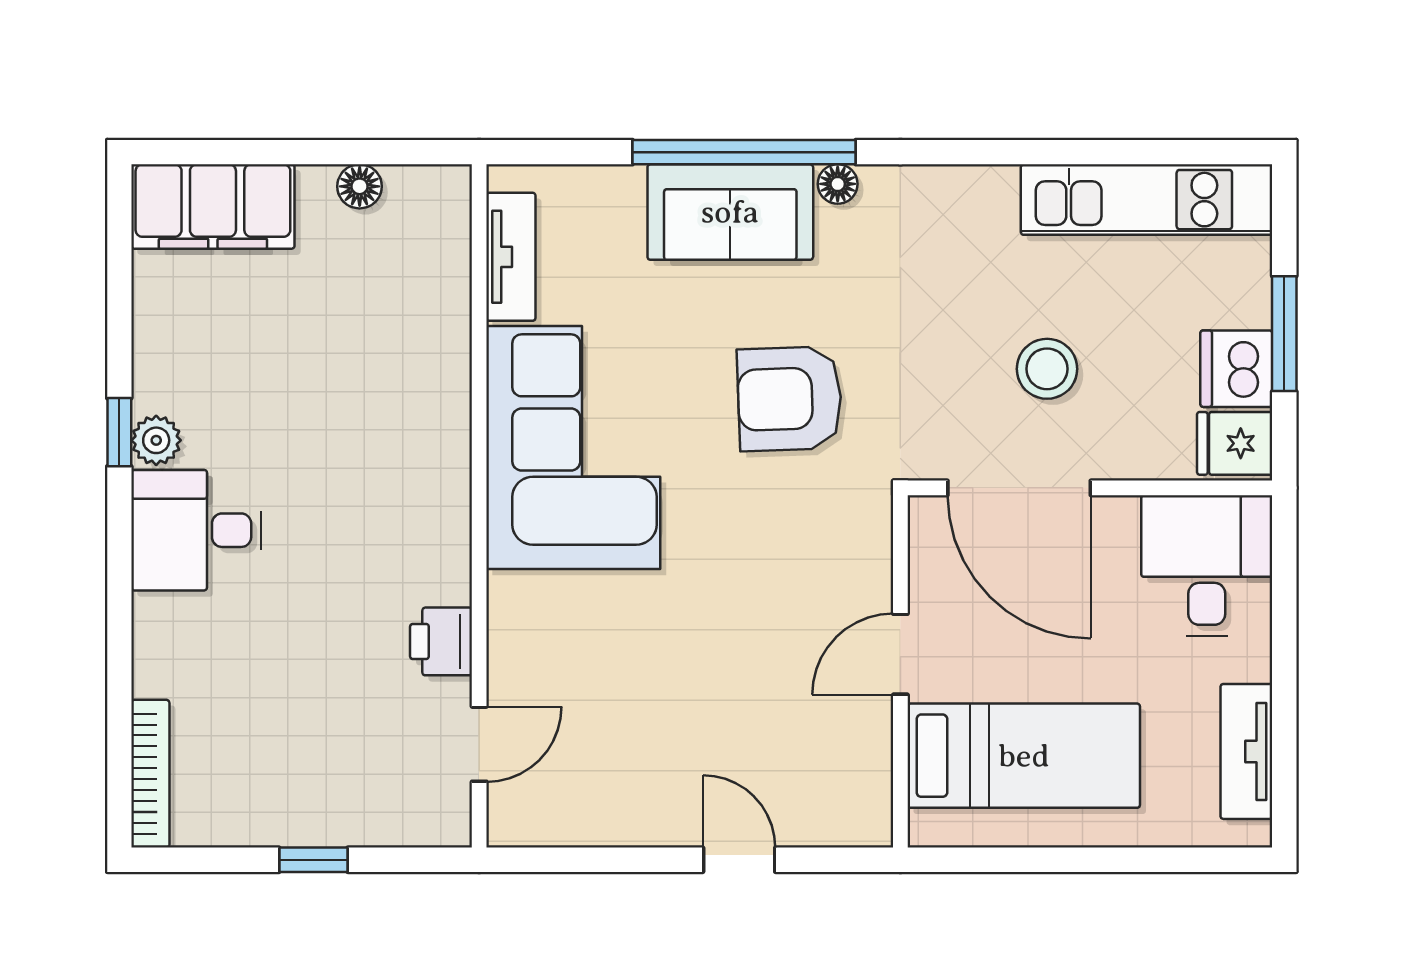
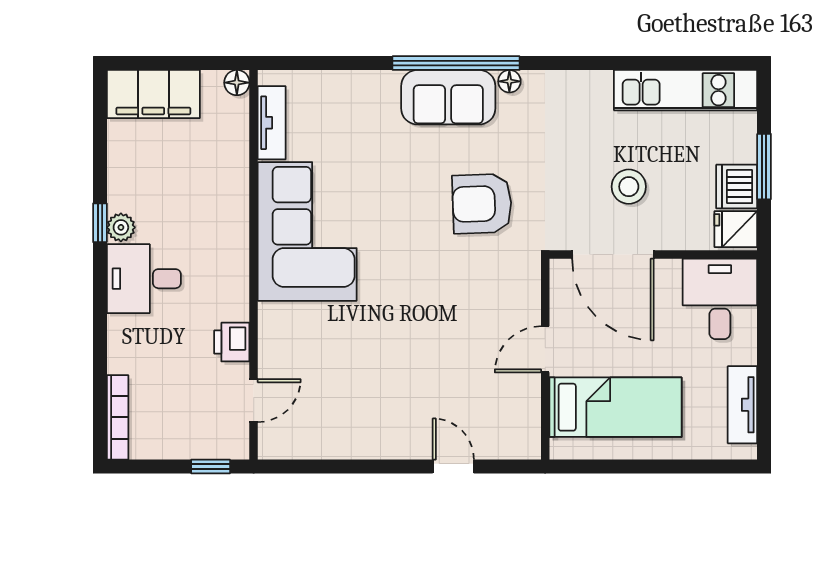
tv unit: (511, 257) -> (272, 123), moved
corner sofa: (573, 447) -> (307, 231), moved
wall: (479, 506) -> (254, 265), moved
printer: (441, 641) -> (232, 342), moved
door: (479, 744) -> (254, 401), moved

